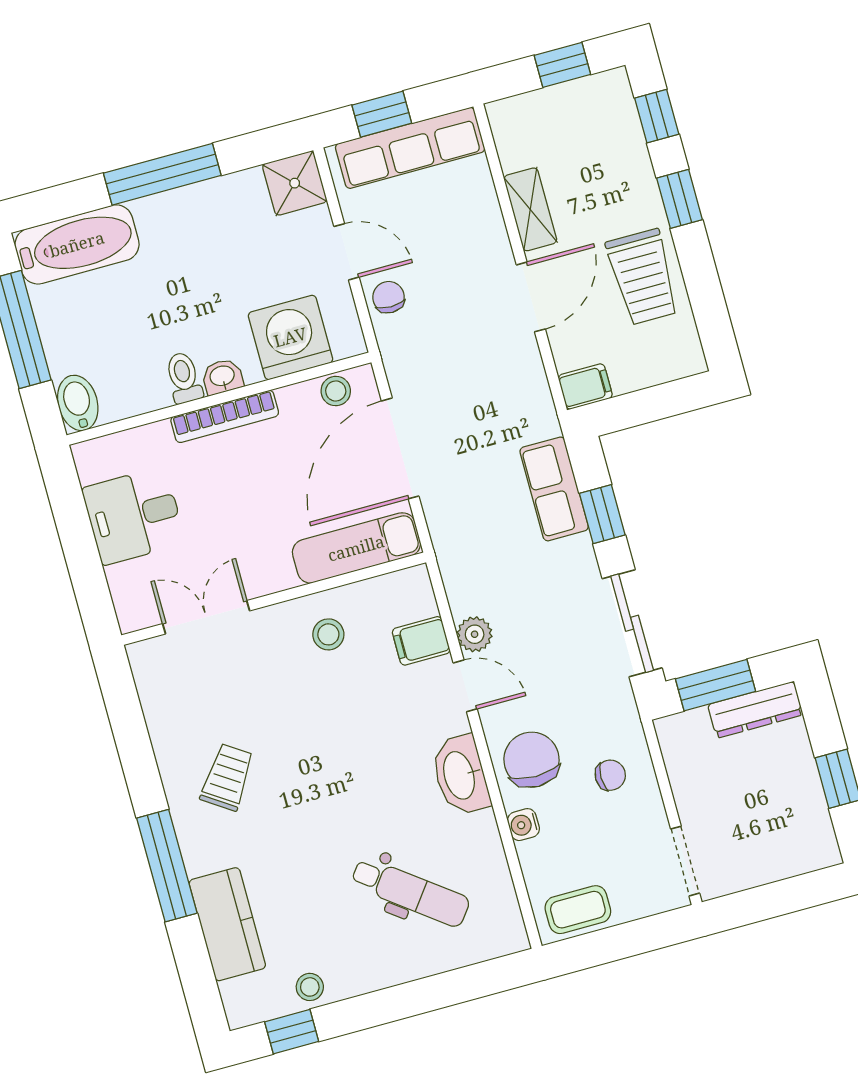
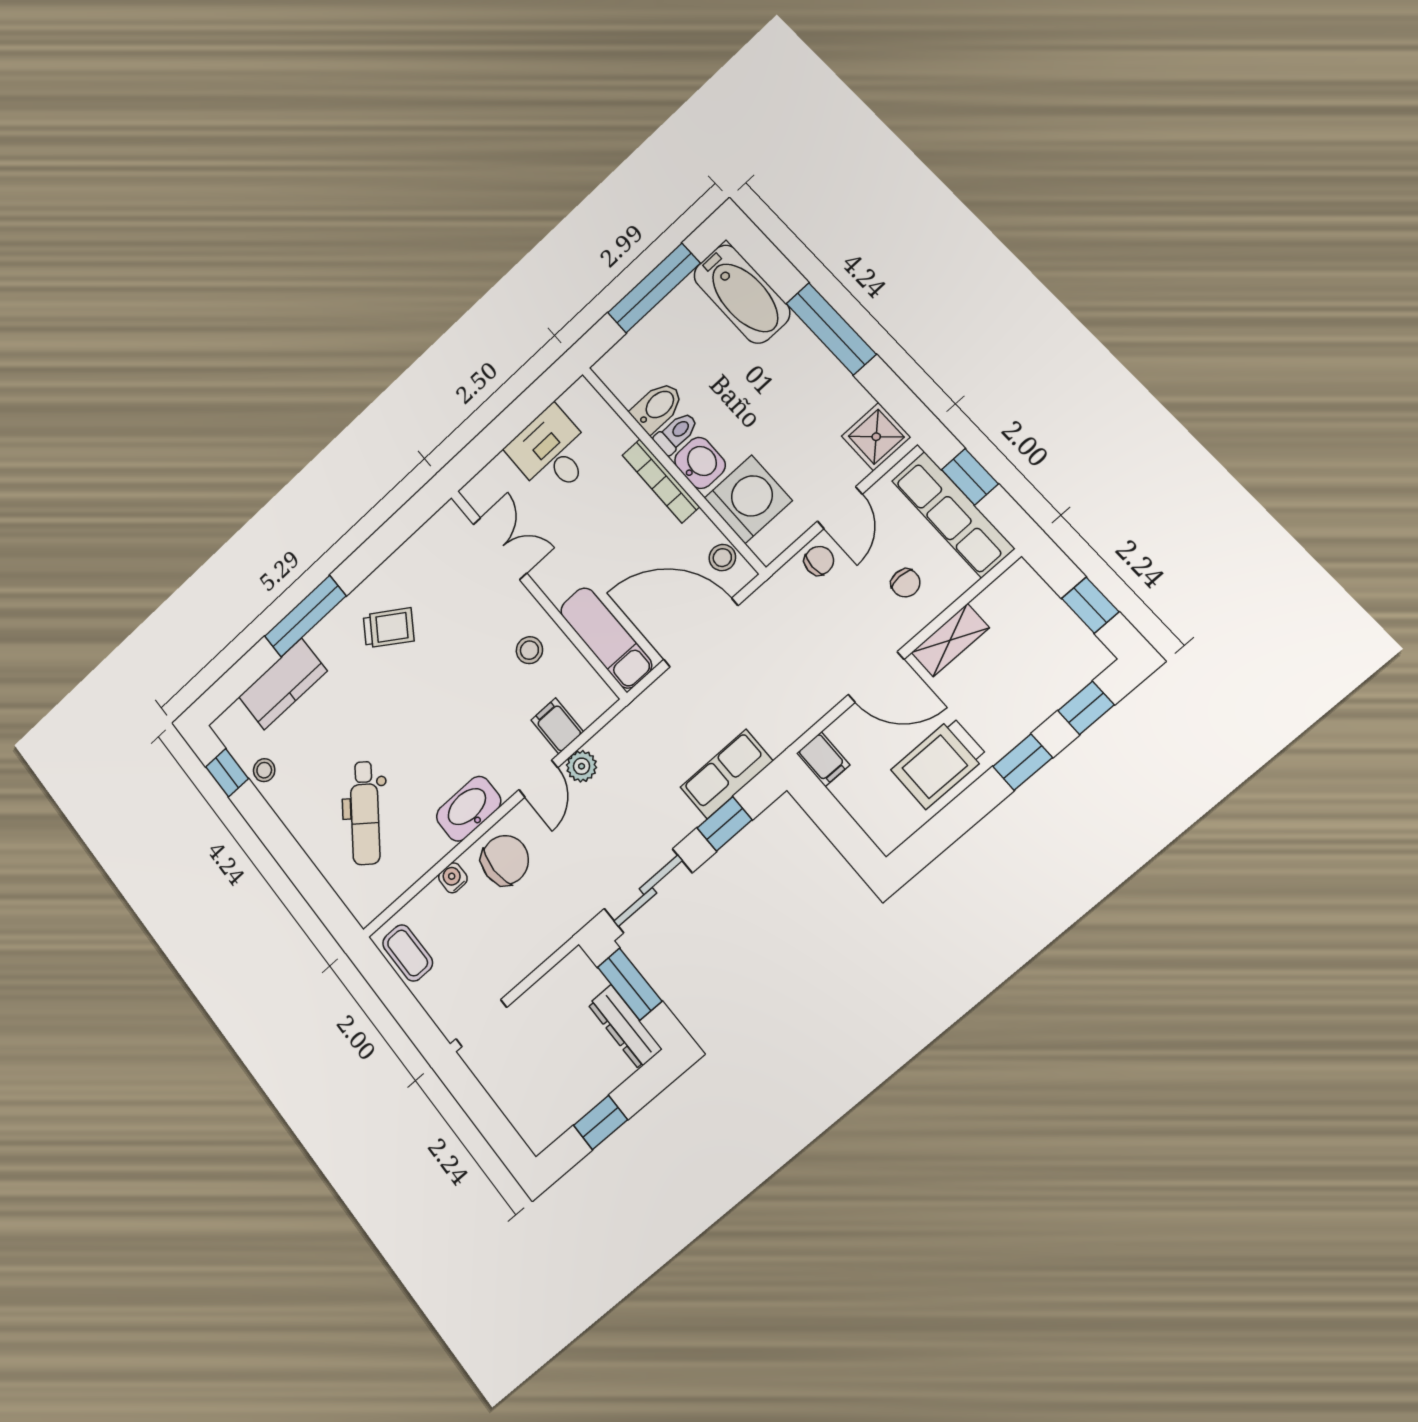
washbasin: (222, 377) -> (700, 463), width x1.38, depth x1.45
bidet: (78, 403) -> (657, 407), moved
chair: (610, 775) -> (906, 583), moved

